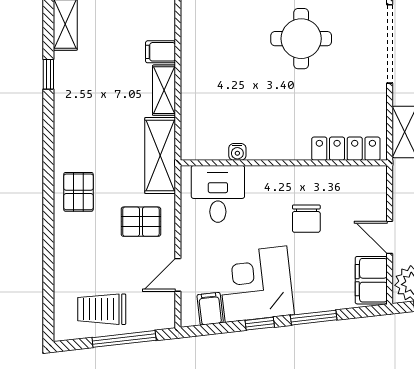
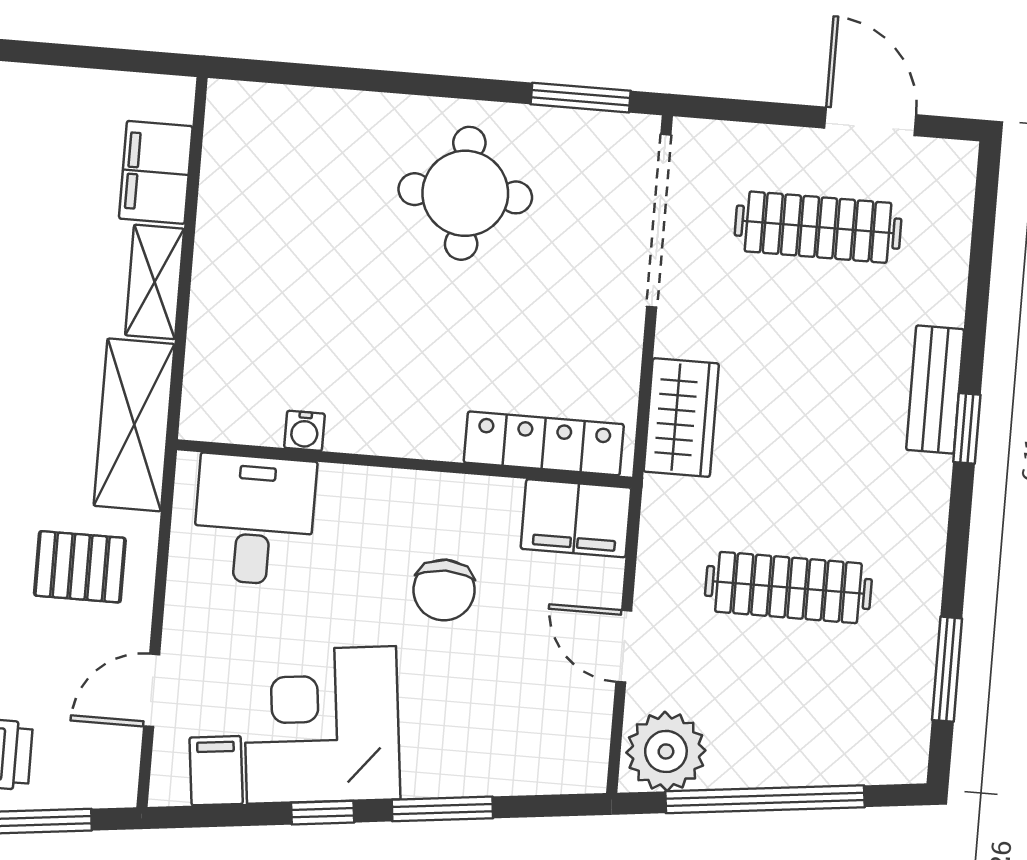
filing cabinet: (161, 52) -> (156, 172), width x2.00
filing cabinet: (371, 280) -> (576, 518), moved, turned -90

